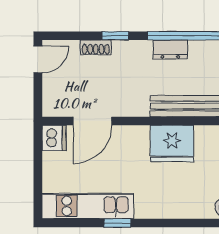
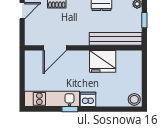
dishwasher: (54, 138) -> (88, 99), moved, turned -90

